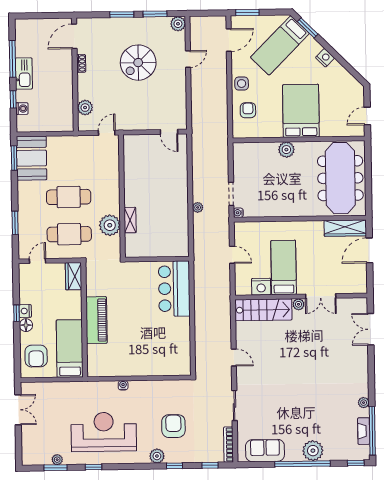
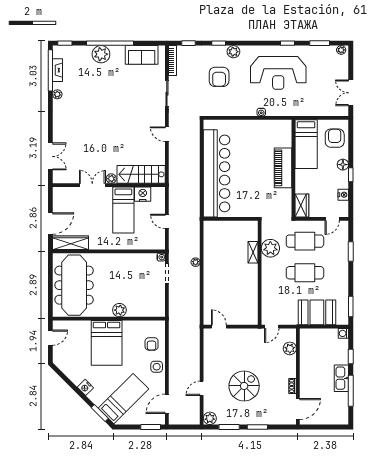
washing machine: (22, 109) -> (343, 333), moved
booth: (32, 158) -> (317, 312), moved, turned 90
bar counter: (174, 289) -> (217, 173), width x1.86
nightstand: (25, 311) -> (343, 195), moved
plant: (57, 460) -> (341, 50), moved

